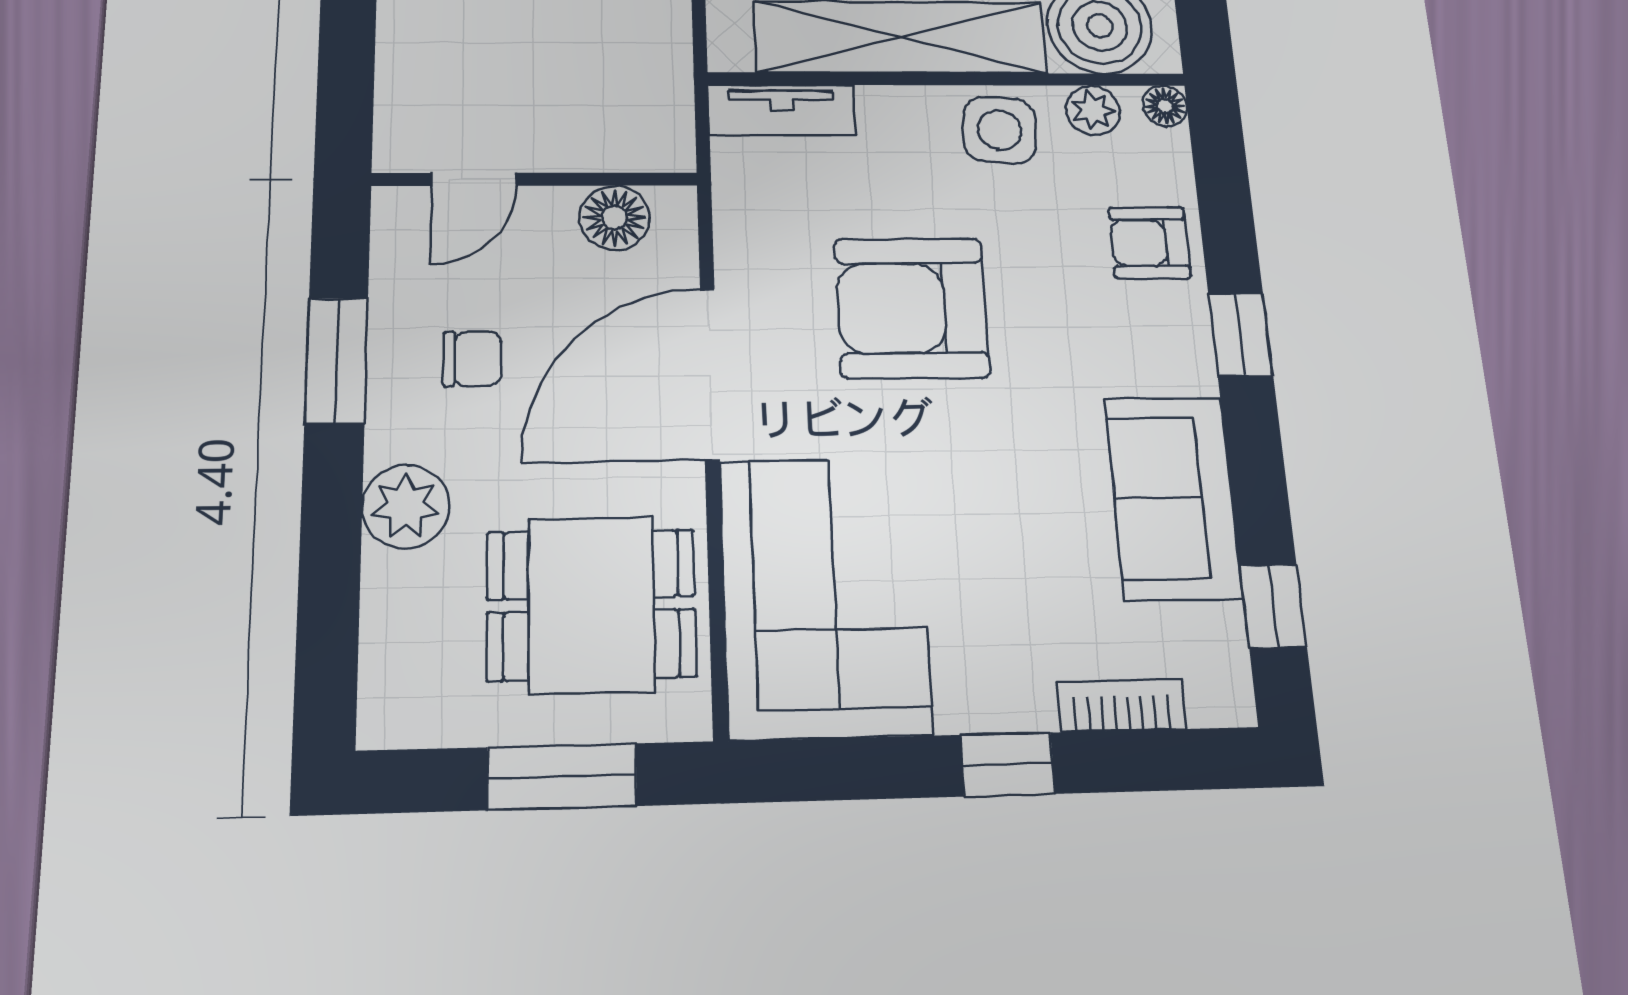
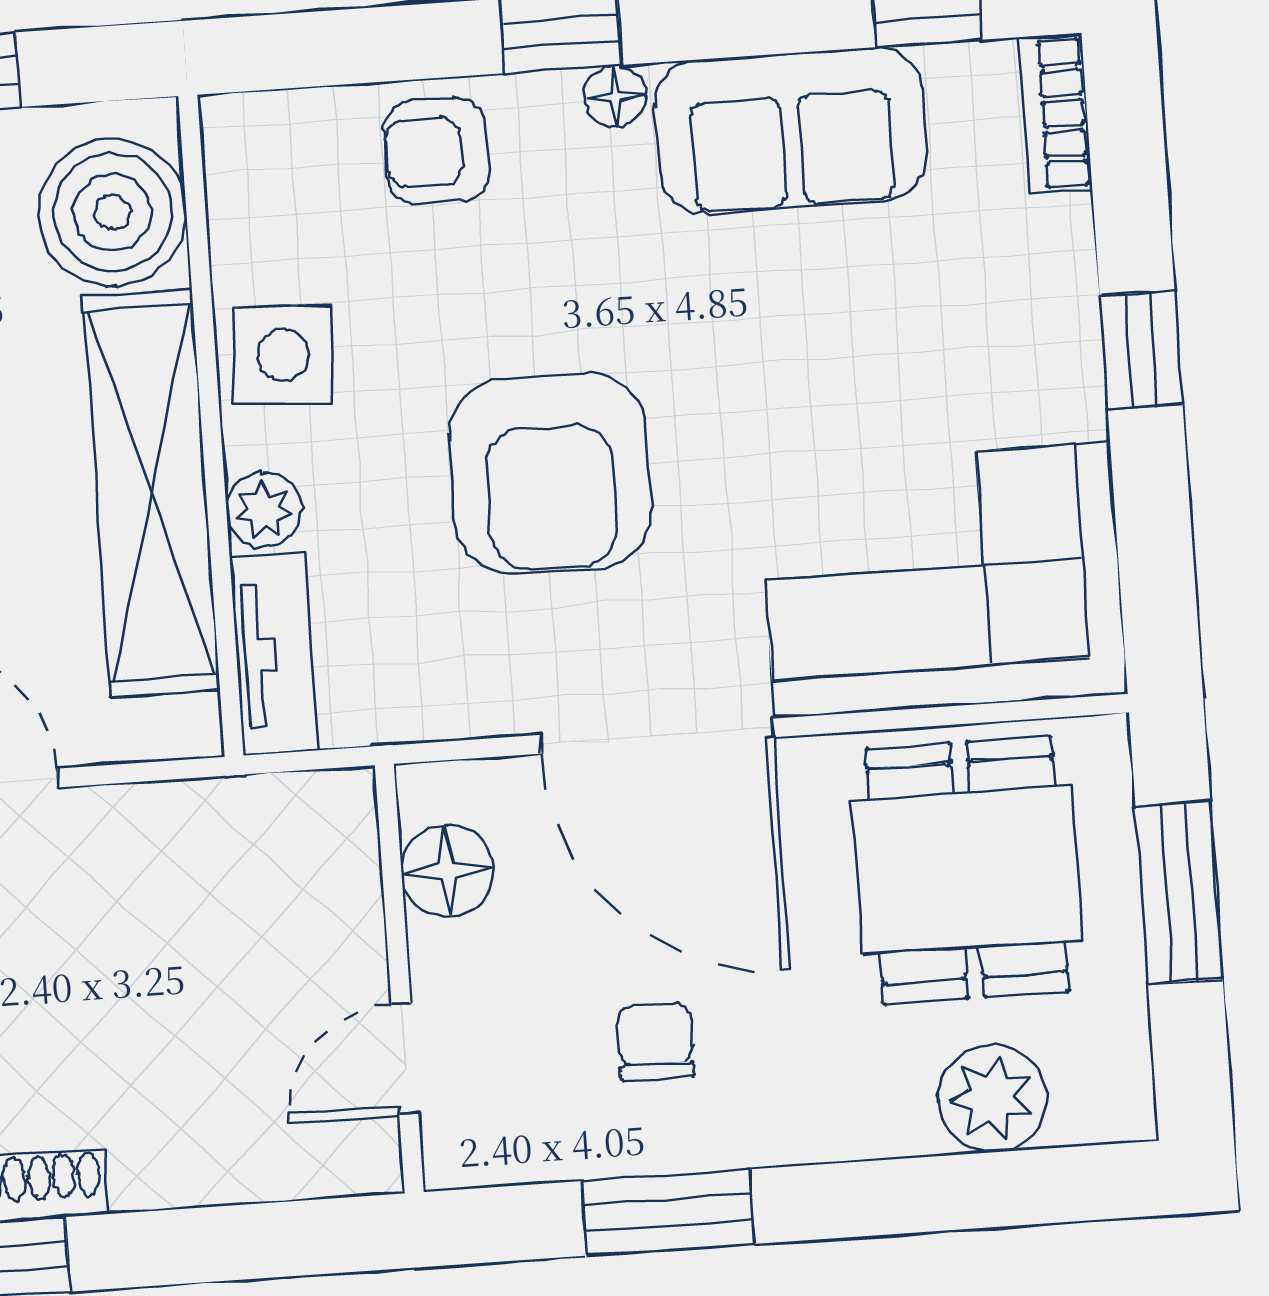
floor lamp: (1165, 106) -> (615, 96), moved
plant: (1093, 110) -> (264, 510), moved
door: (474, 179) -> (405, 1059), swing flipped
armchair: (1149, 243) -> (436, 151), turned 90
plant: (406, 507) -> (992, 1098), moved
bookcase: (1121, 705) -> (1056, 114), moved

